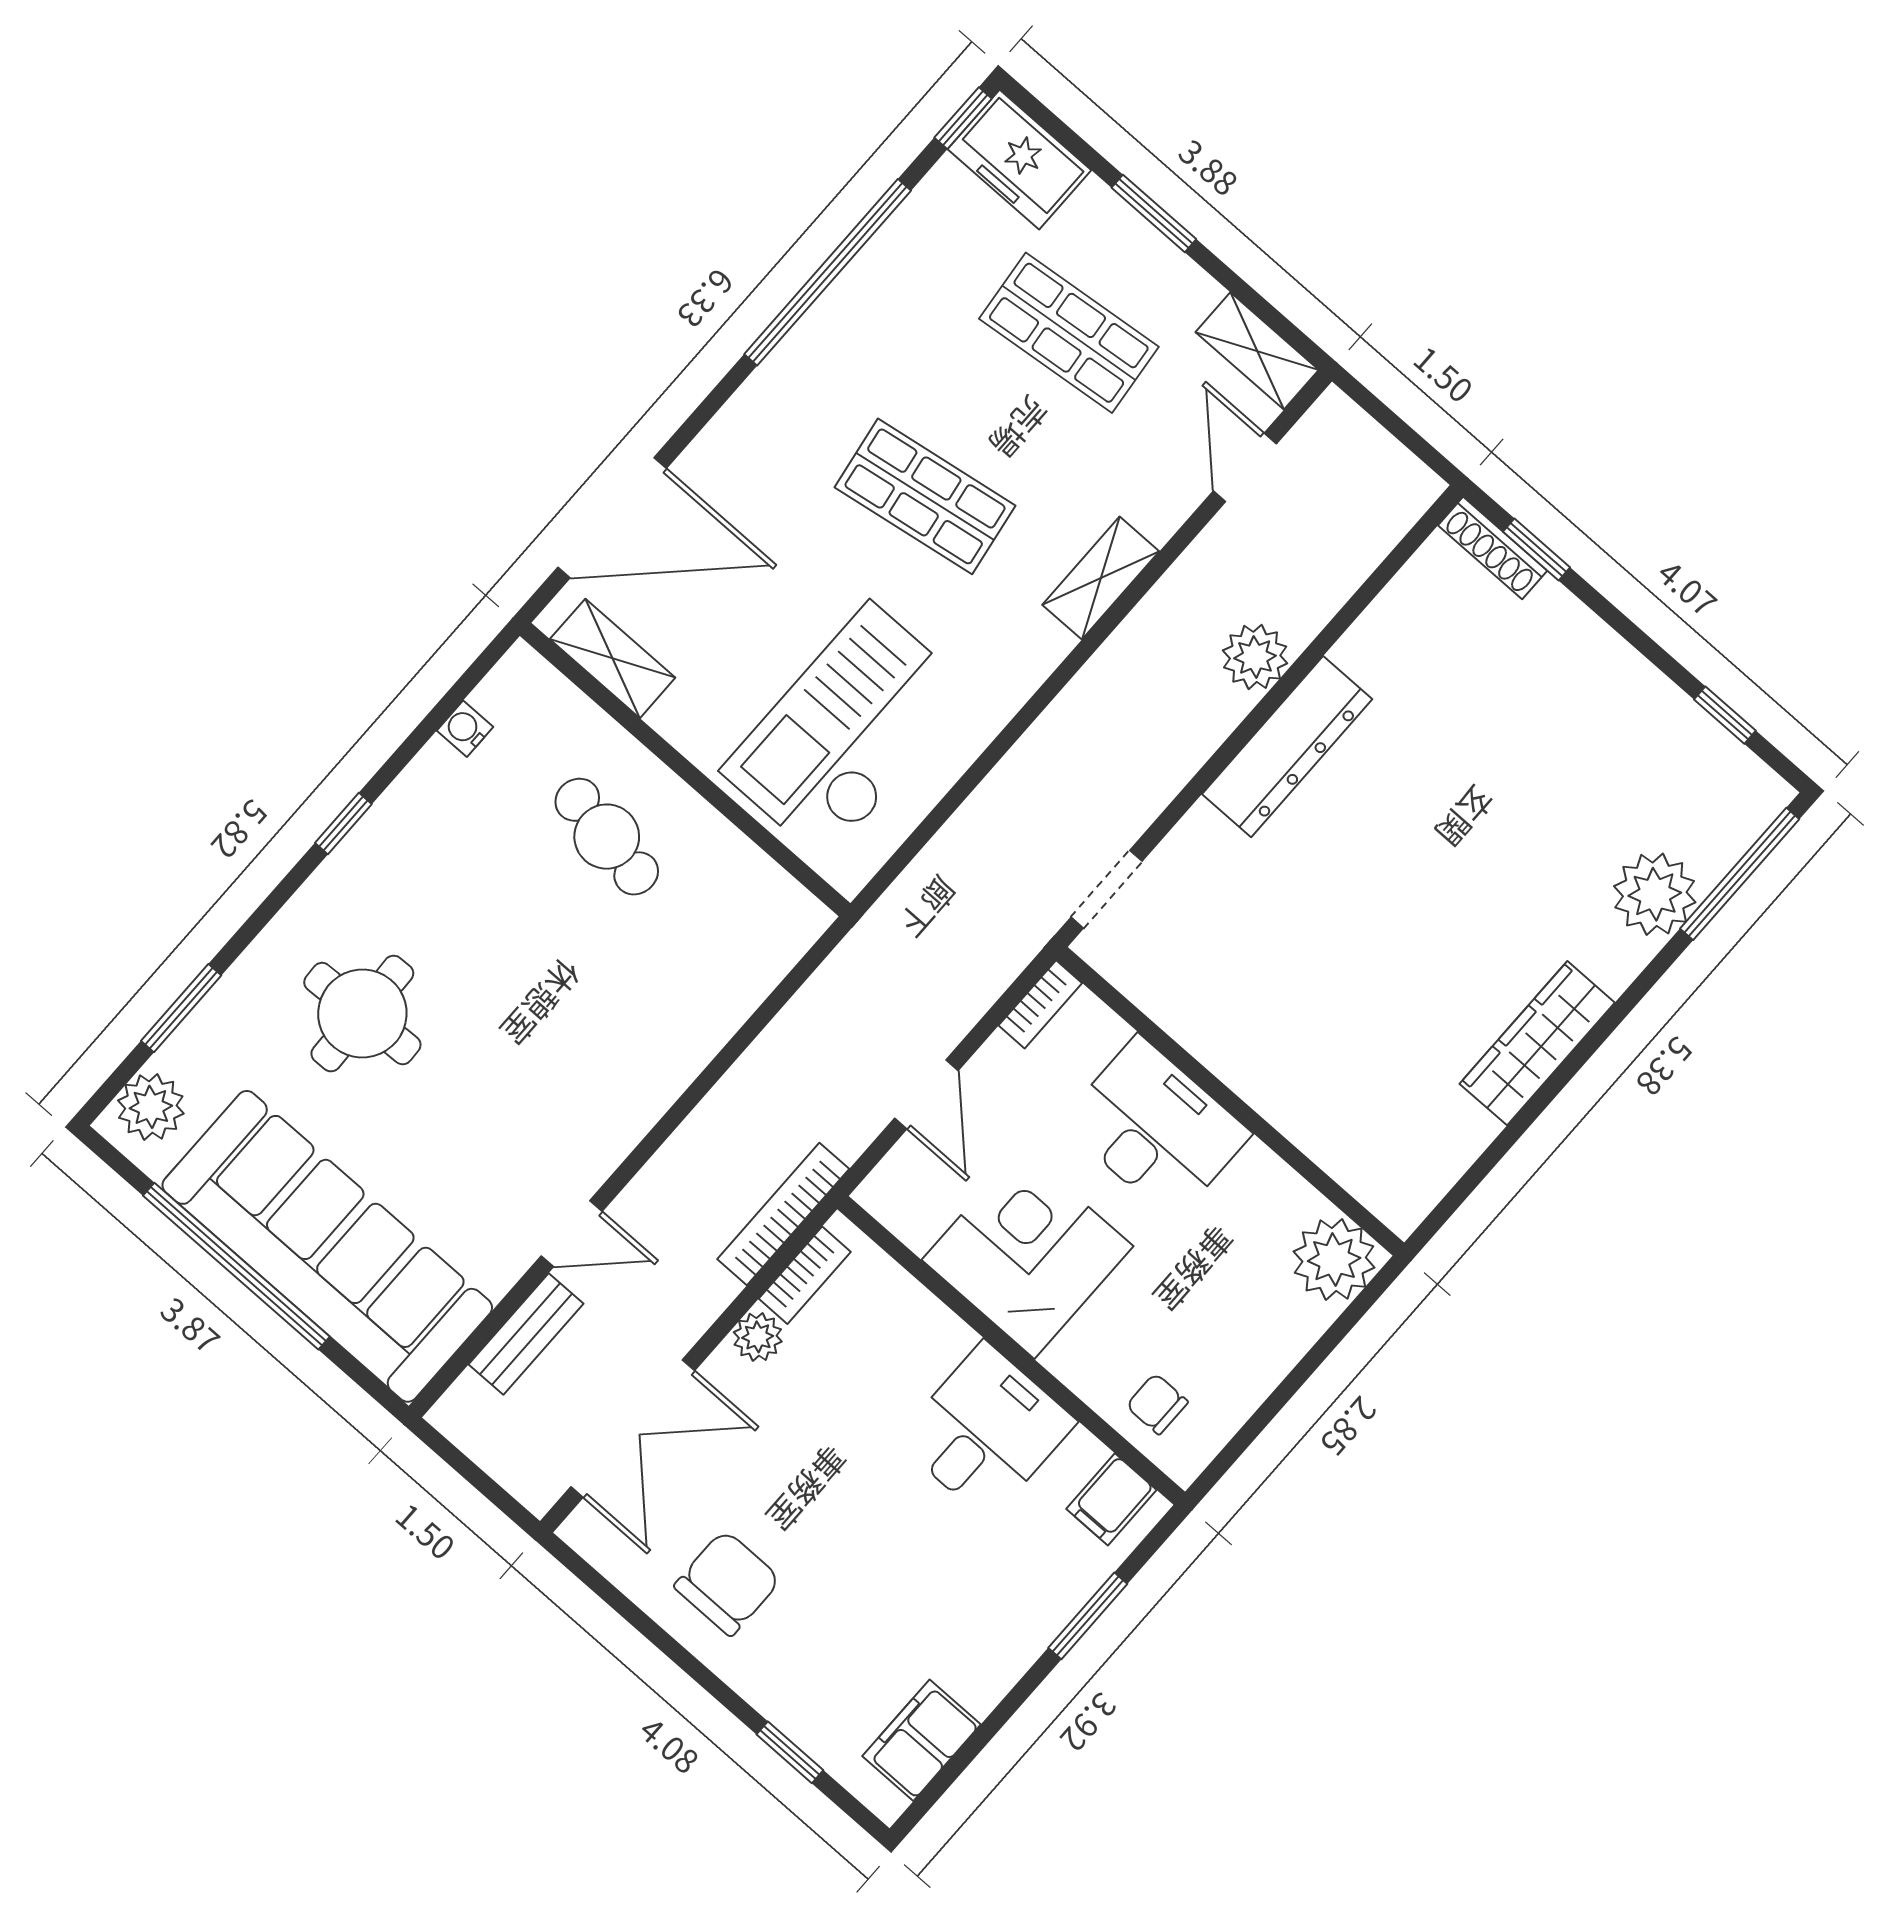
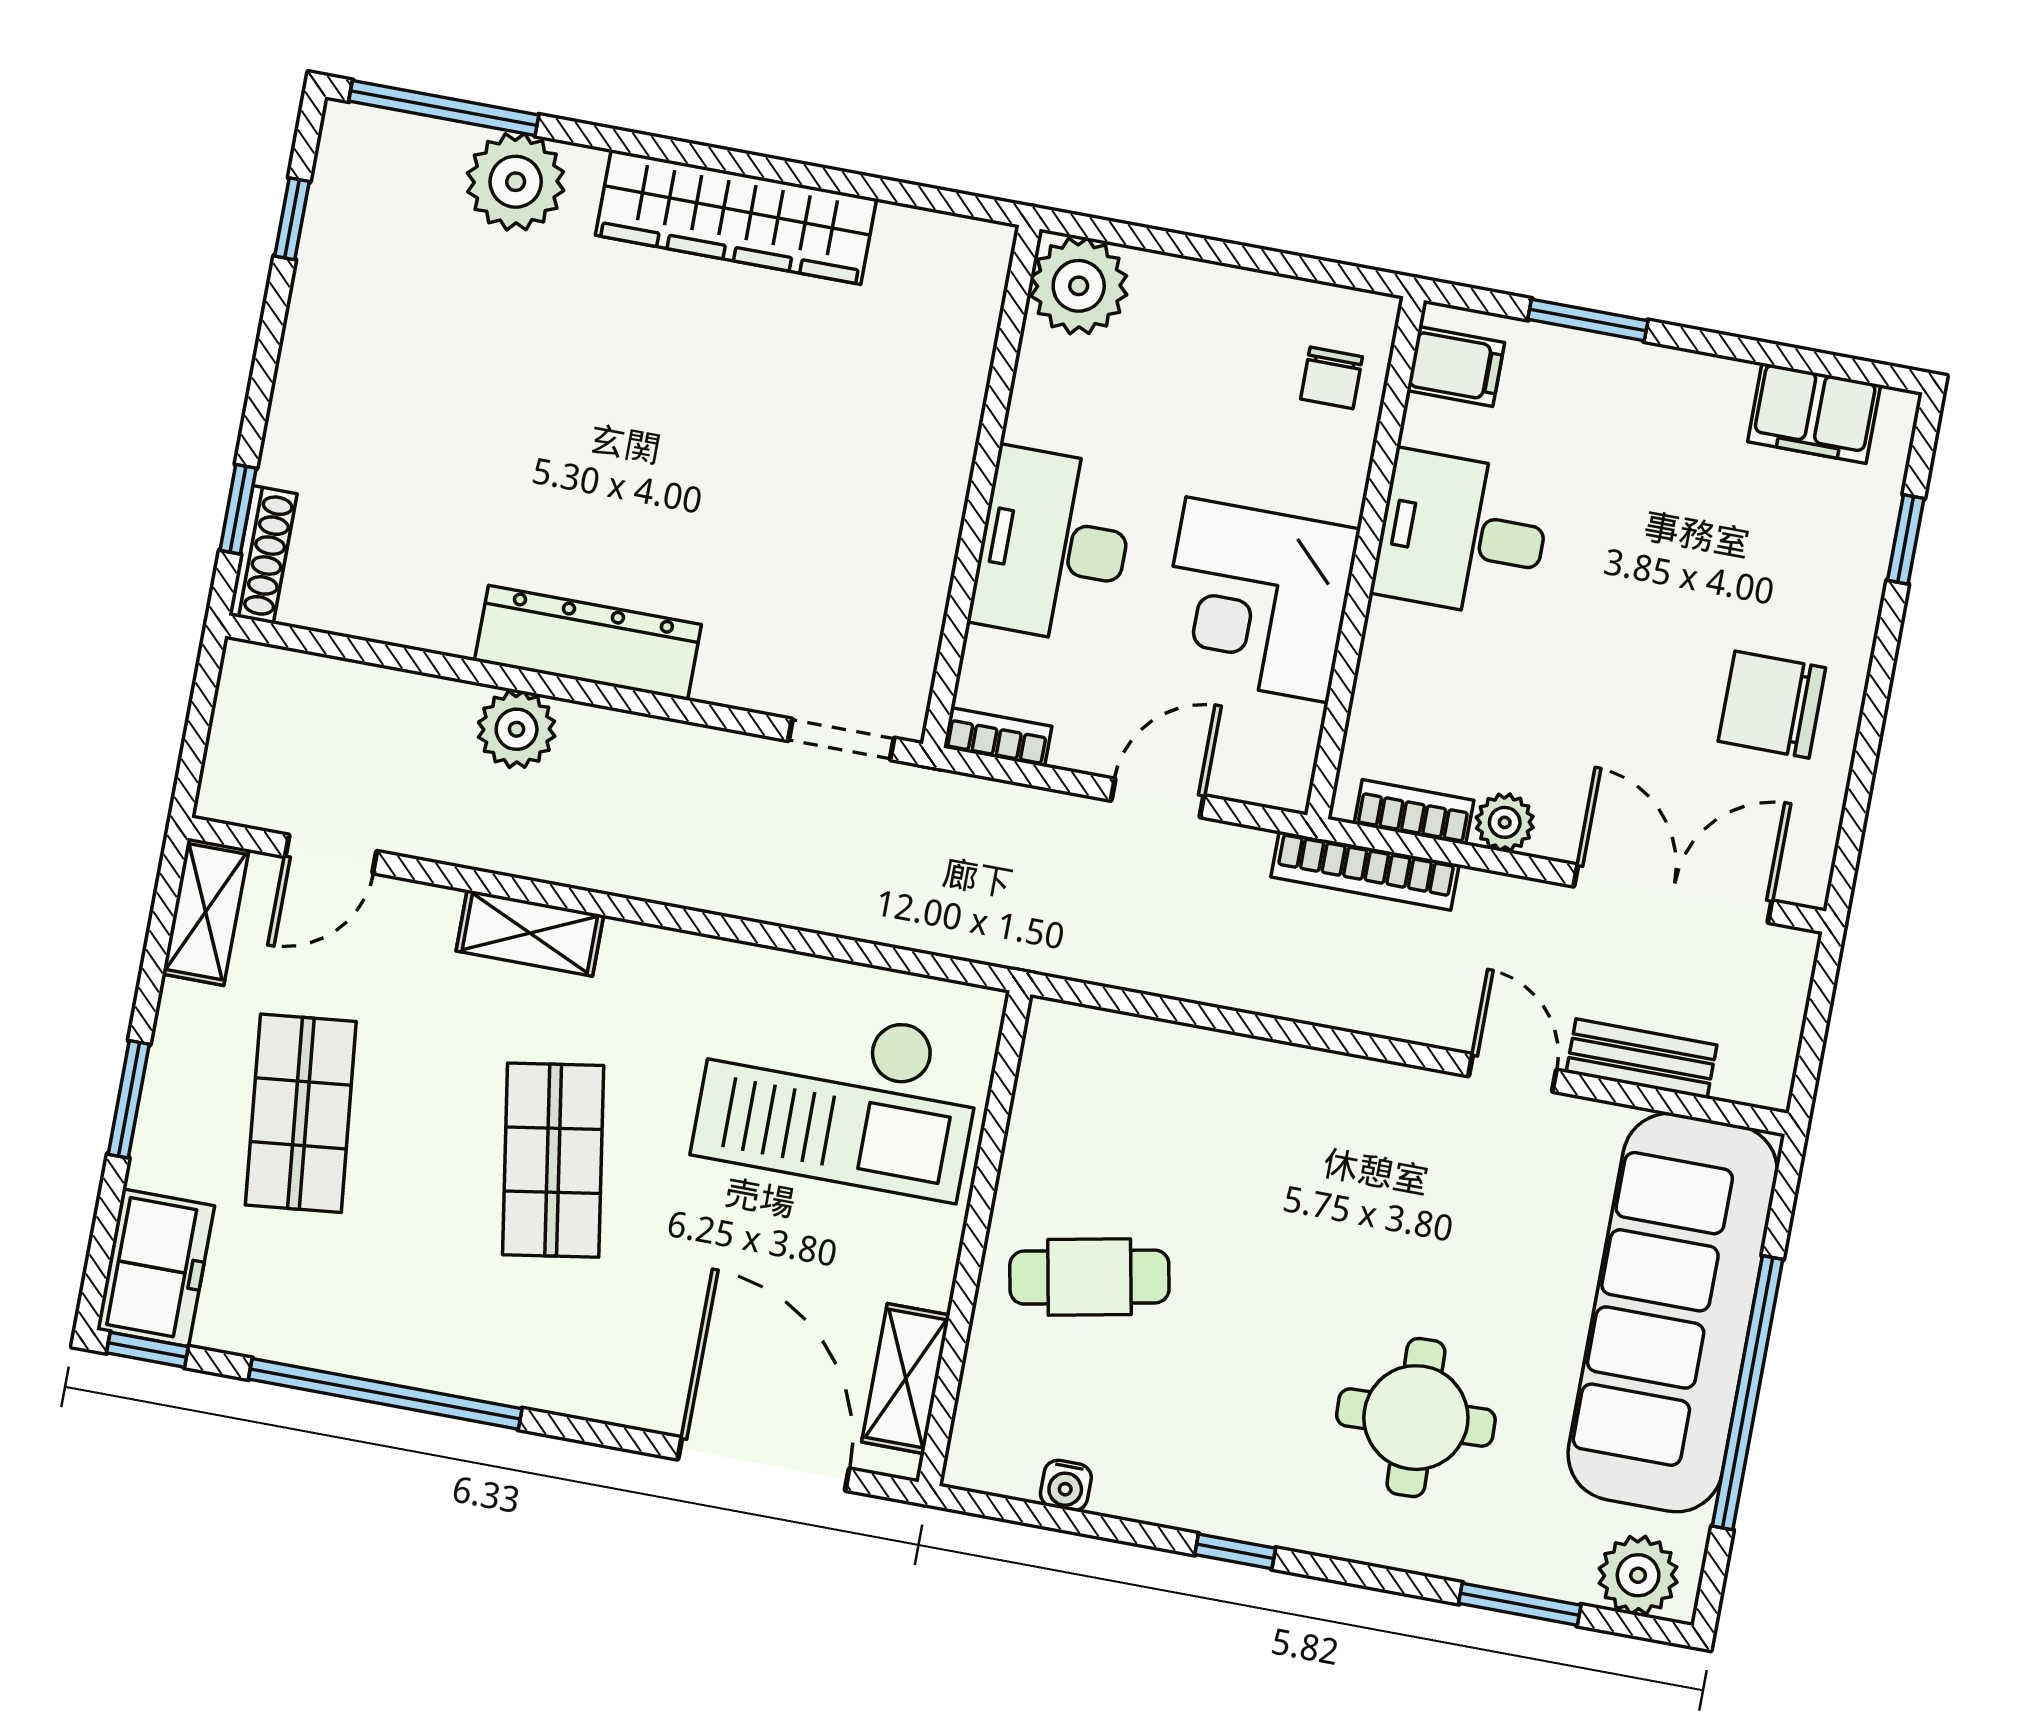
cafe table: (607, 837) -> (1089, 1277), turned 69
wardrobe: (1537, 1043) -> (736, 217), width x1.40, depth x1.17

